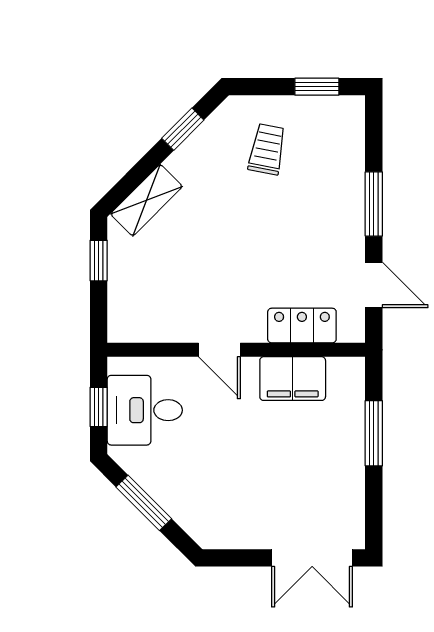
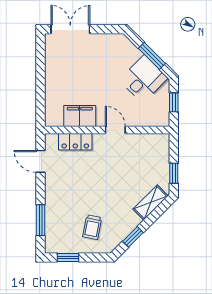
window: (374, 204) -> (40, 220), moved
desk: (145, 410) -> (143, 79), moved, turned -45
window: (374, 433) -> (40, 90), removed

